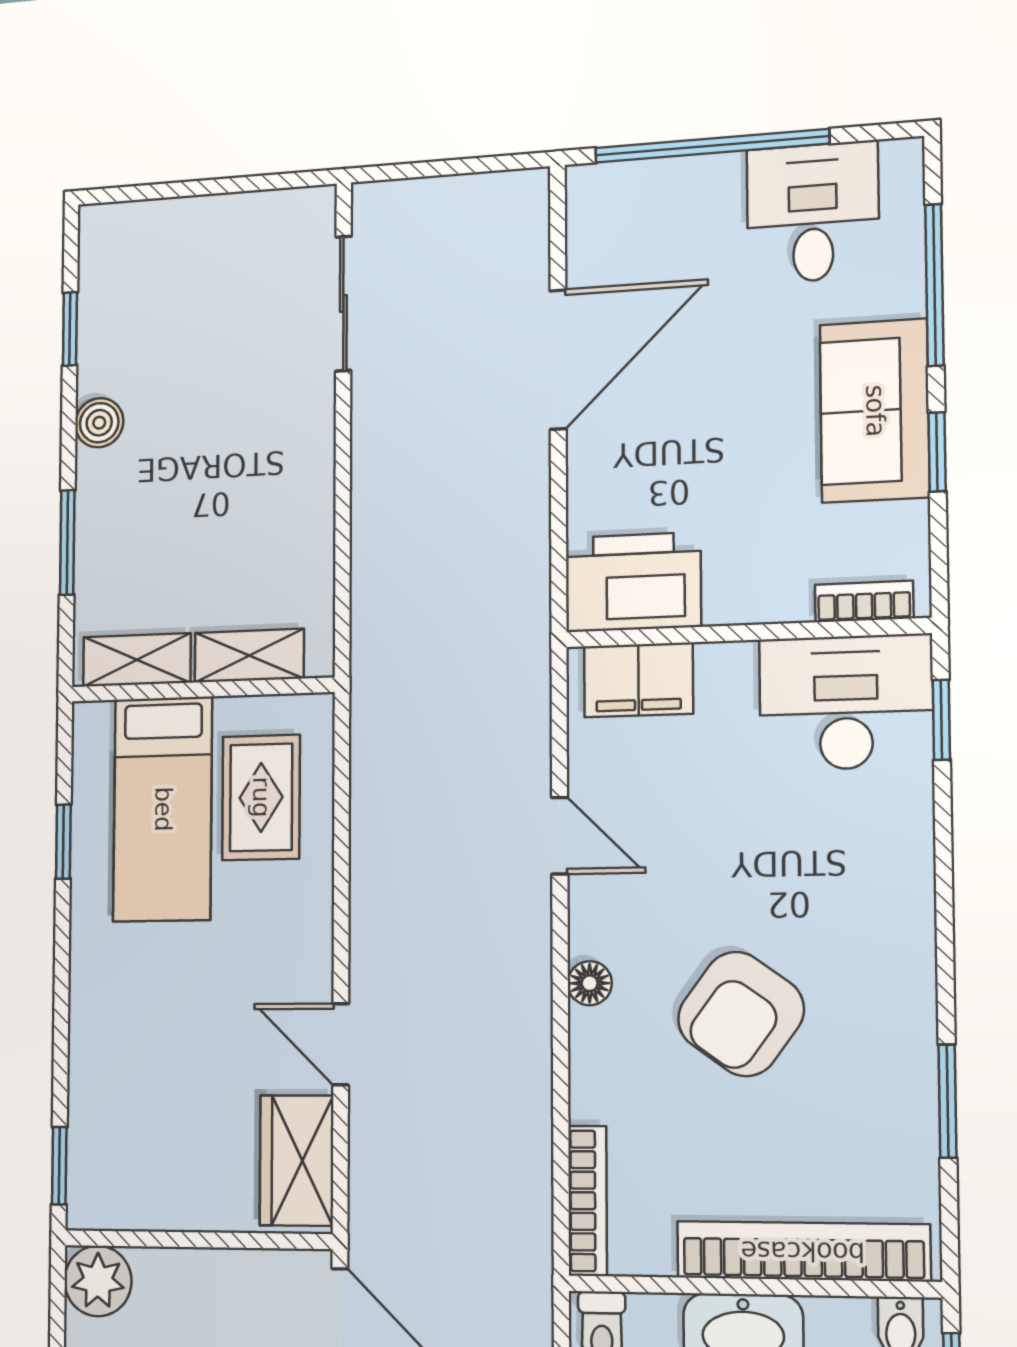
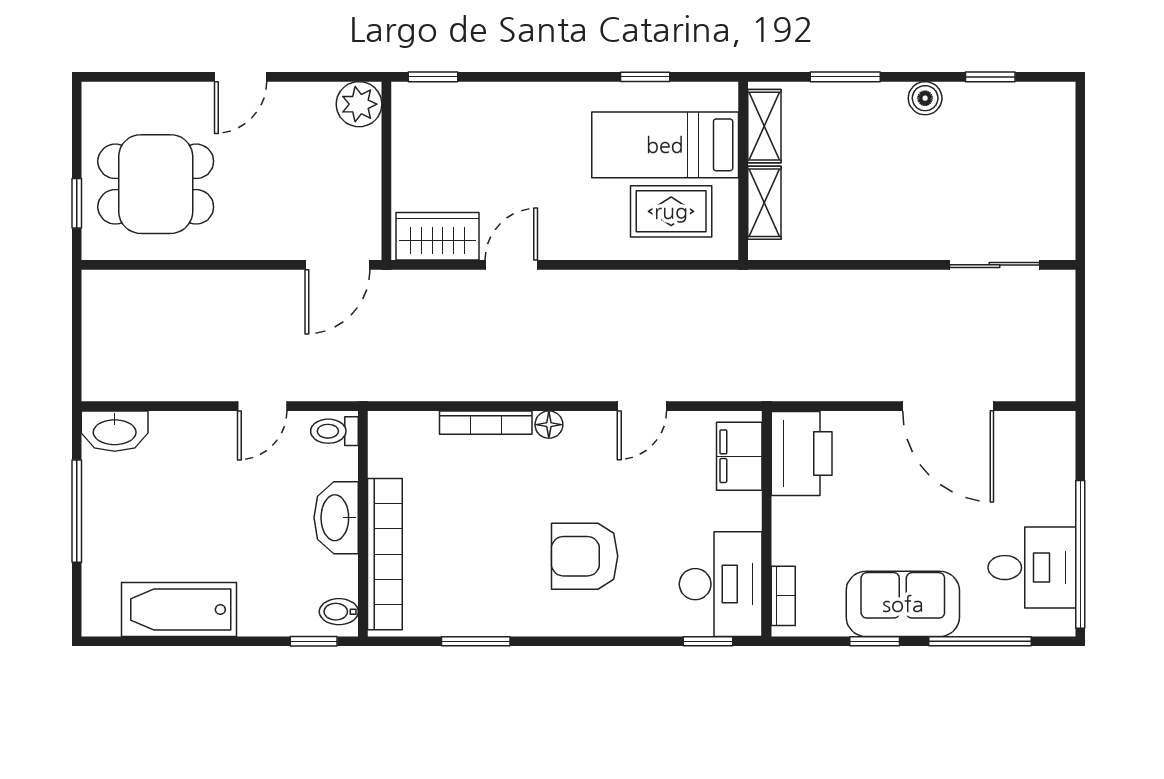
window: (711, 146) -> (1080, 554), moved
armchair: (741, 1014) -> (585, 556), moved, turned -36
bookcase: (587, 1201) -> (486, 423), moved

